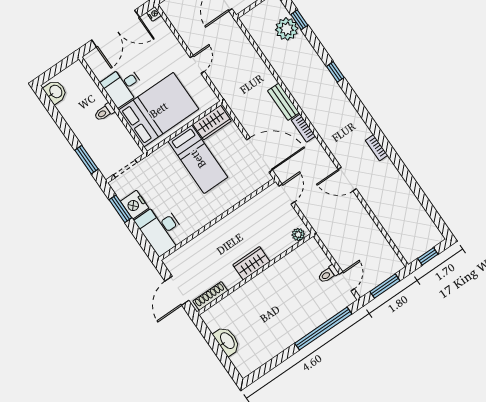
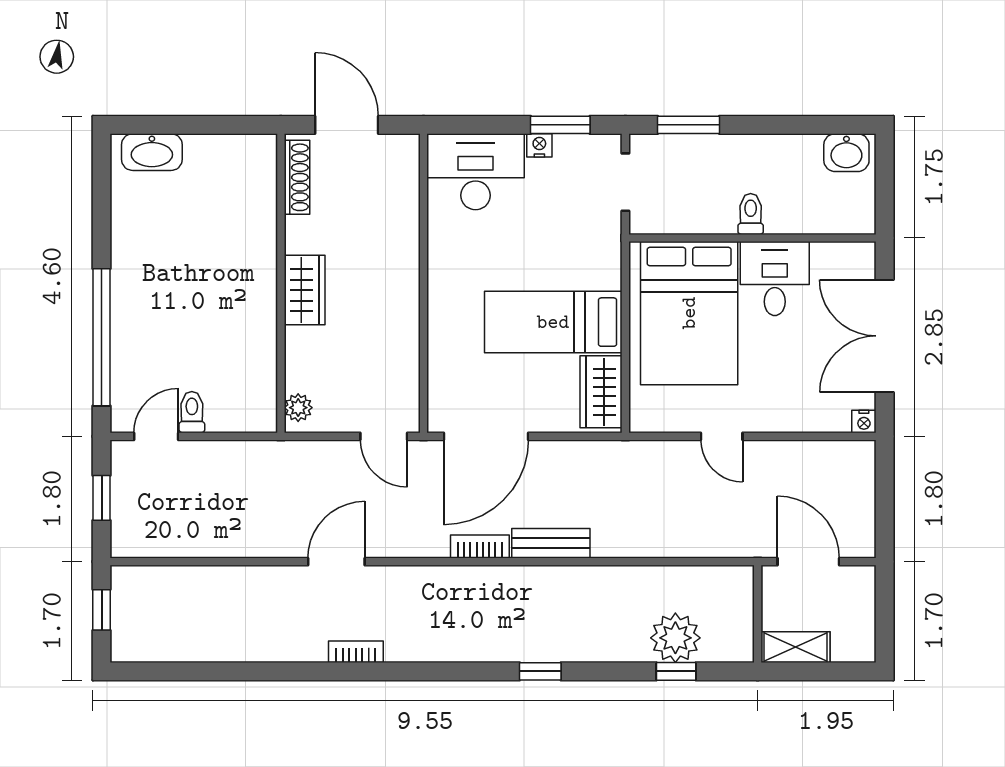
nightstand: (134, 205) -> (539, 145), width x0.53, depth x0.56
door: (347, 281) -> (156, 436), swing flipped
window: (385, 286) -> (102, 498), width x0.67
washbasin: (227, 341) -> (152, 152), moved

